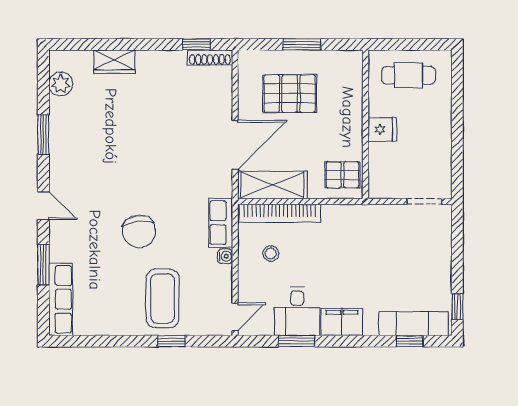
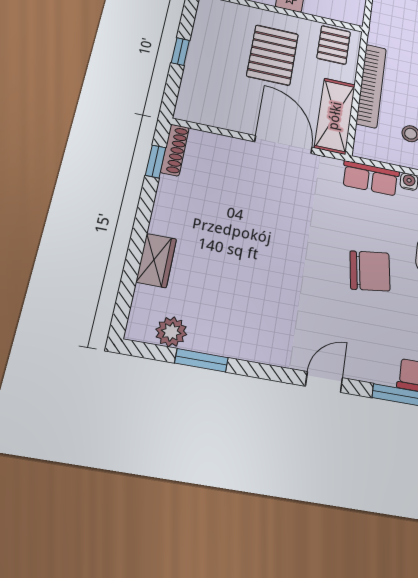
window: (302, 44) -> (180, 52), width x0.67
pallet: (290, 93) -> (273, 55), moved
window: (43, 135) -> (201, 360), moved
bookcase: (280, 213) -> (371, 86), moved

